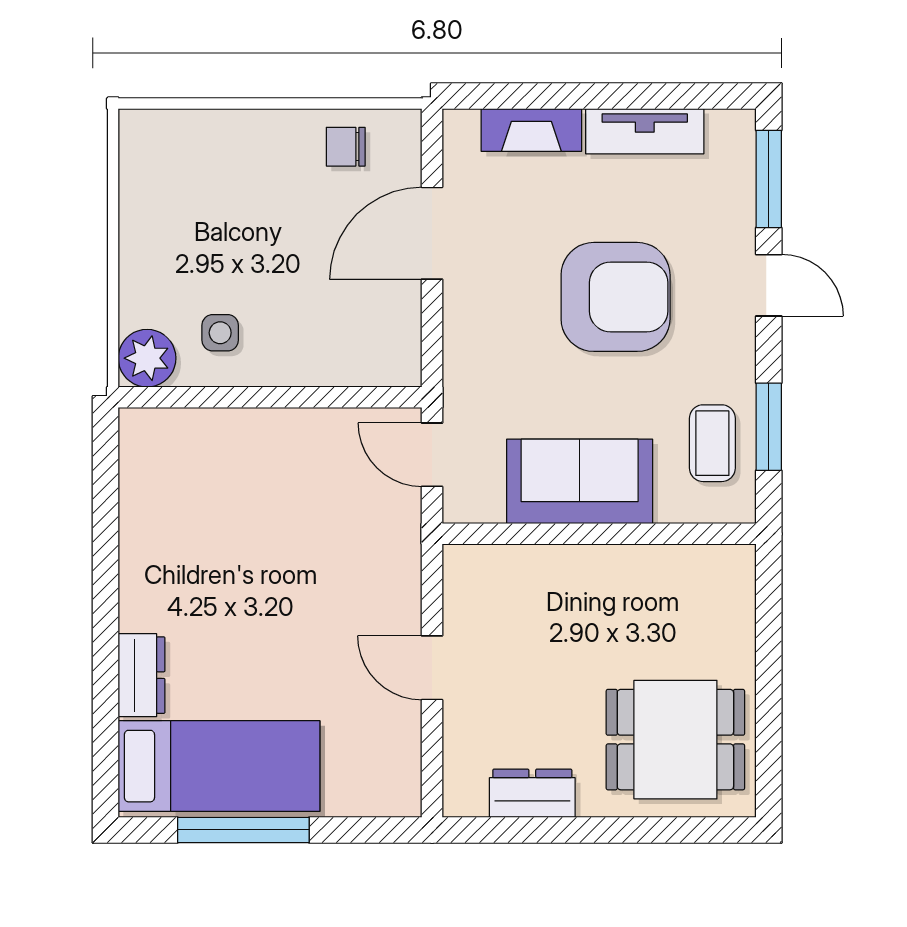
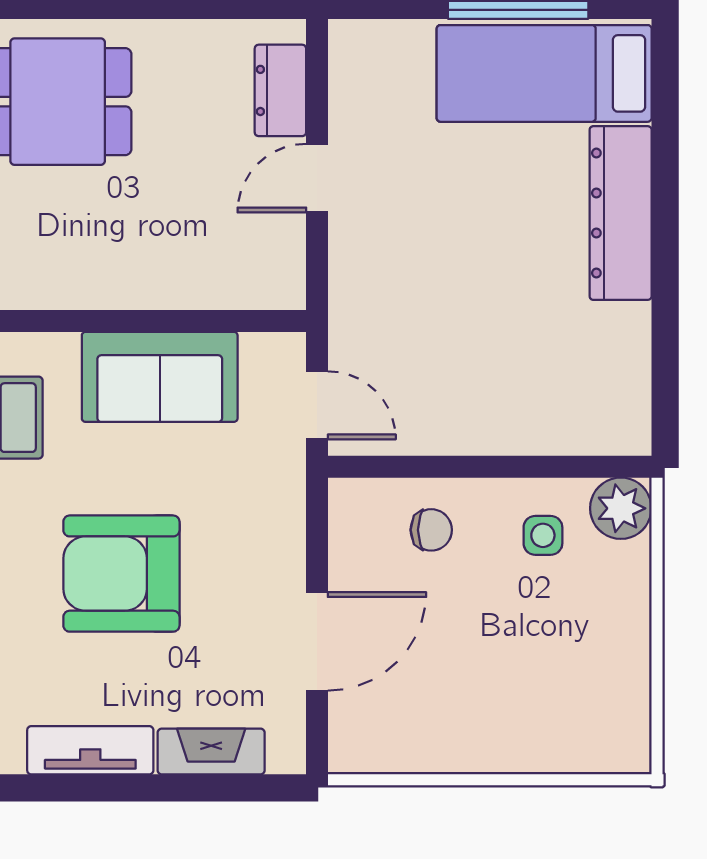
chair: (346, 147) -> (431, 530), moved
door: (432, 668) -> (317, 178), swing flipped
dresser: (142, 675) -> (621, 213), width x1.96, depth x1.24
dresser: (532, 793) -> (280, 90), moved, turned 90

